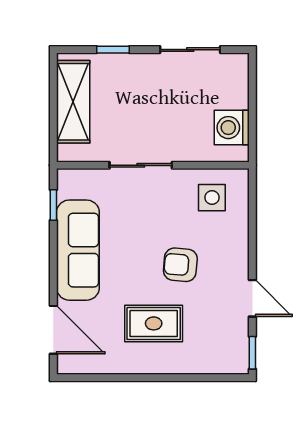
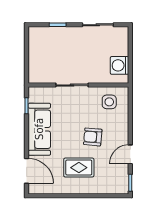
shelving: (73, 102) -> (37, 52), removed
door: (252, 298) -> (130, 154), swing flipped

